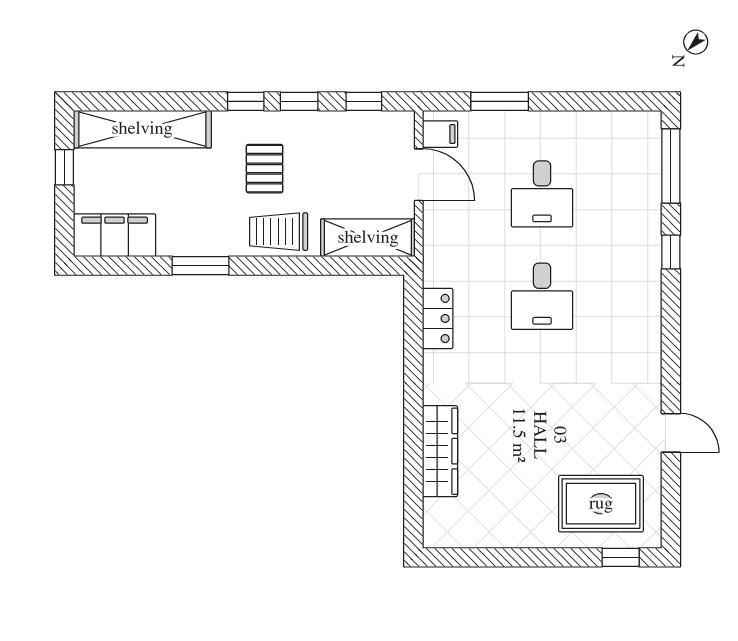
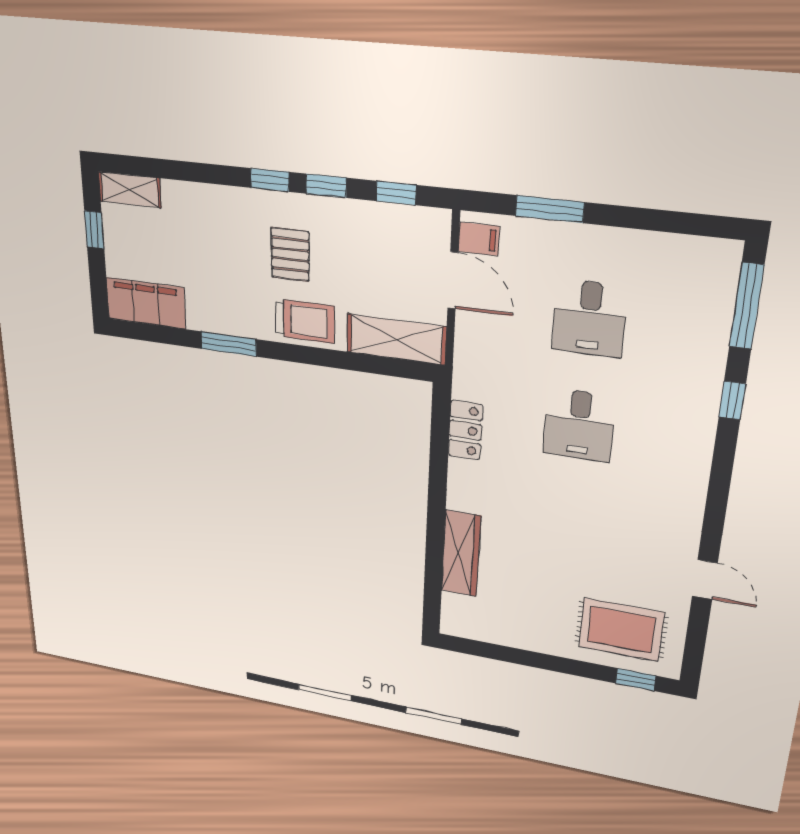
shelving: (142, 129) -> (130, 190), width x0.45, depth x0.75
trolley: (279, 232) -> (305, 321), turned 180

